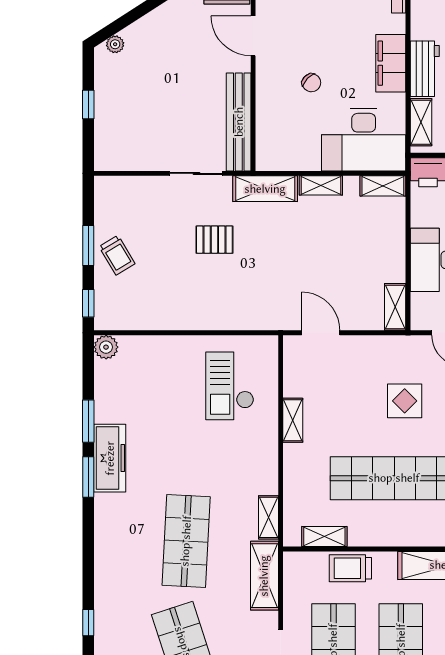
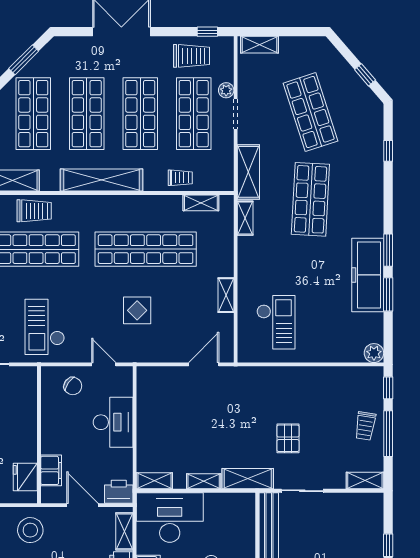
pallet: (214, 240) -> (288, 438), turned 90
window: (88, 246) -> (388, 434), width x1.44
trolley: (117, 255) -> (365, 426), turned -140
shelving: (395, 307) -> (365, 481), moved, turned 90
door: (321, 333) -> (204, 364), swing flipped
freezer: (110, 458) -> (368, 275), width x1.36, depth x1.26
trolley: (350, 568) -> (180, 178), width x0.73, depth x0.72
window: (88, 623) -> (388, 151), moved

